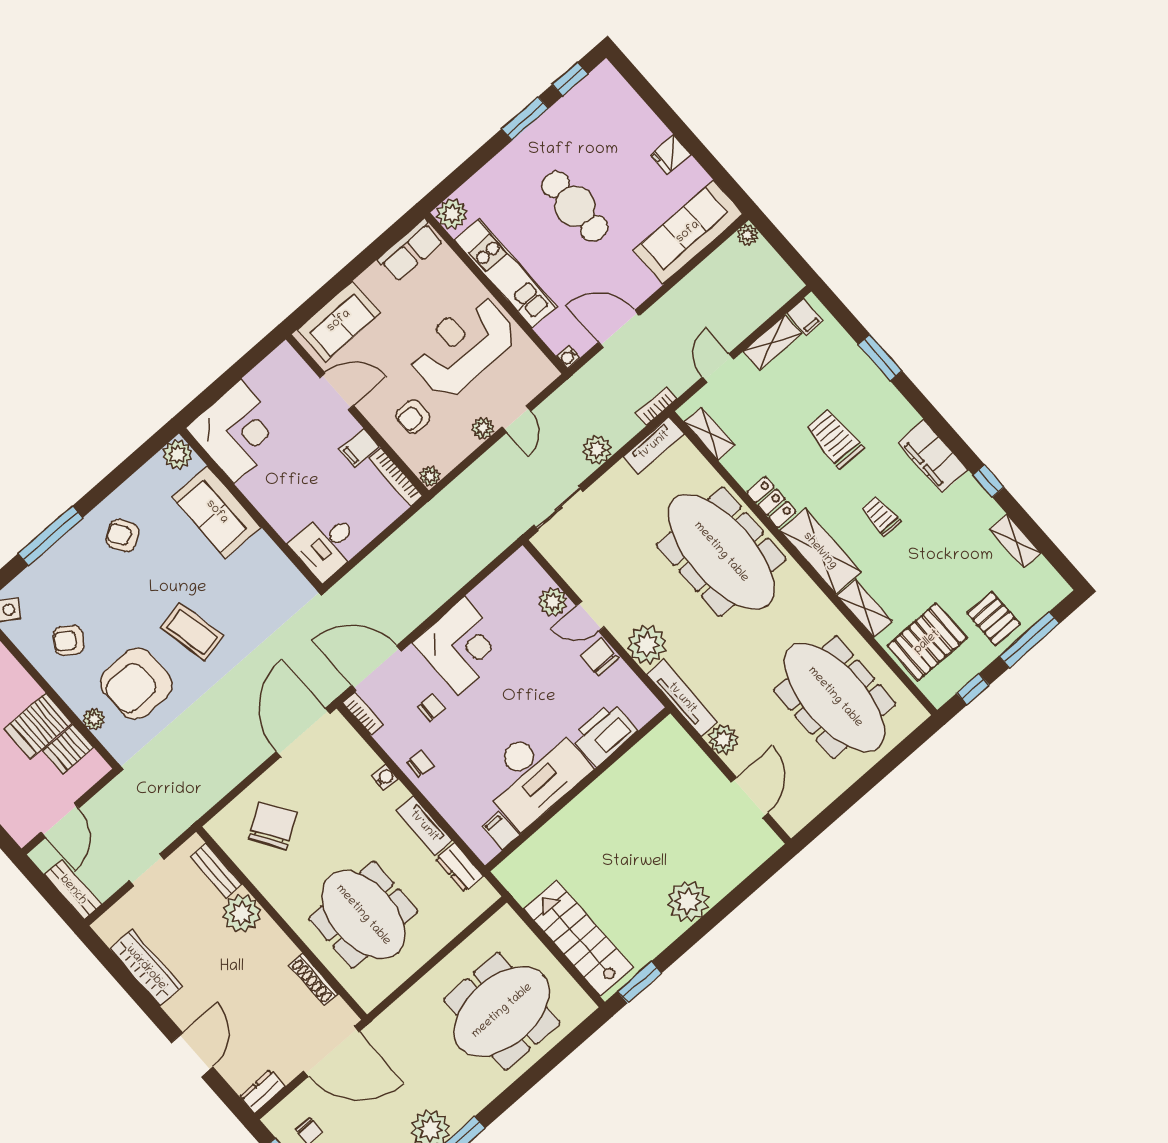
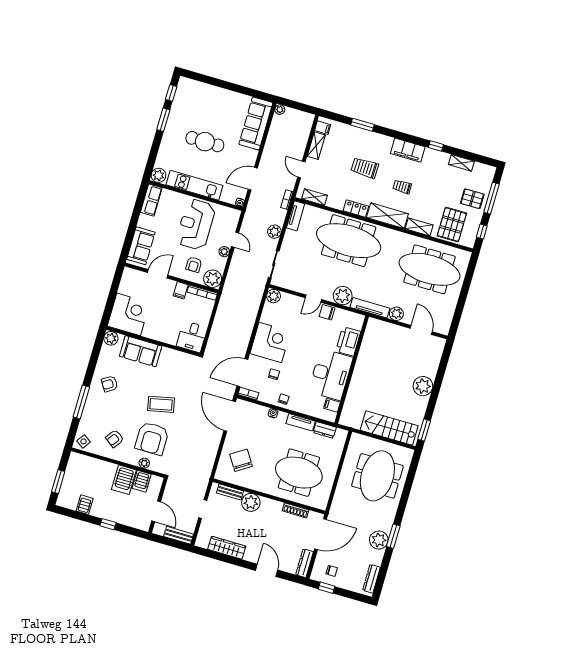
fridge: (670, 154) -> (229, 97), removed
plant: (430, 476) -> (213, 279), width x1.87, depth x1.87
plant: (553, 602) -> (274, 296), moved
dresser: (262, 1092) -> (305, 563), width x1.44

